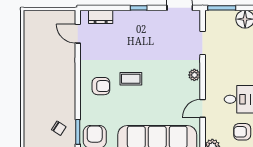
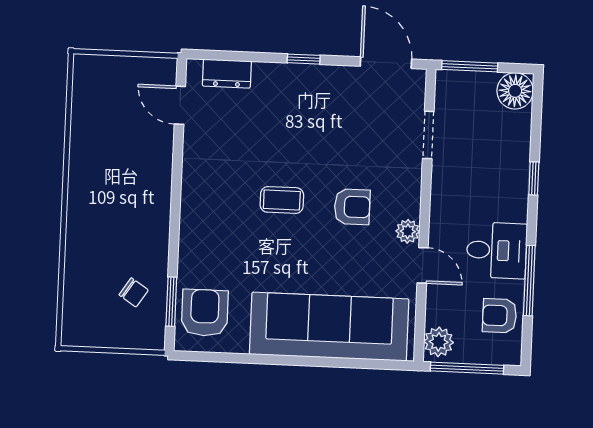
plant: (194, 75) -> (408, 231), moved
armchair: (101, 86) -> (352, 207), moved
door: (203, 108) -> (423, 265), swing flipped

